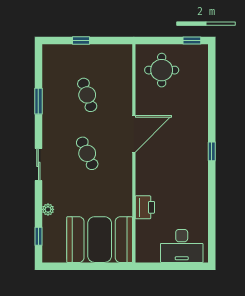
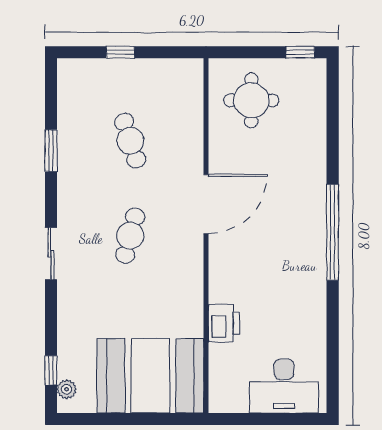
window: (212, 151) -> (333, 232), width x3.17
cafe table: (87, 153) -> (130, 236), turned 39
plant: (48, 209) -> (67, 389), moved

